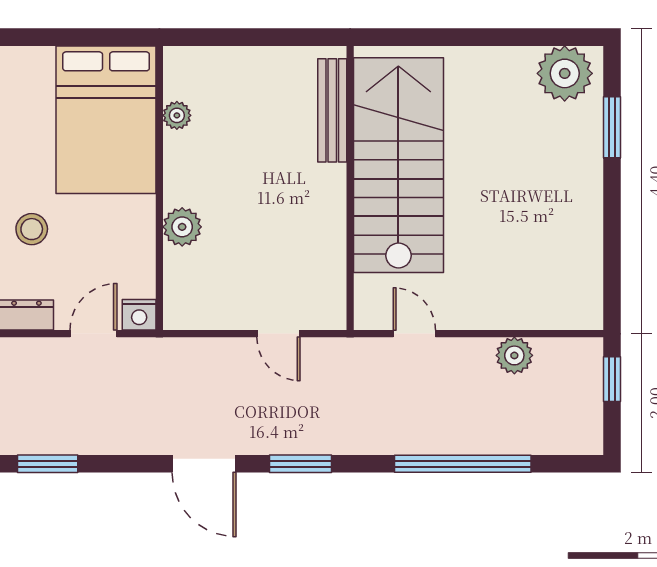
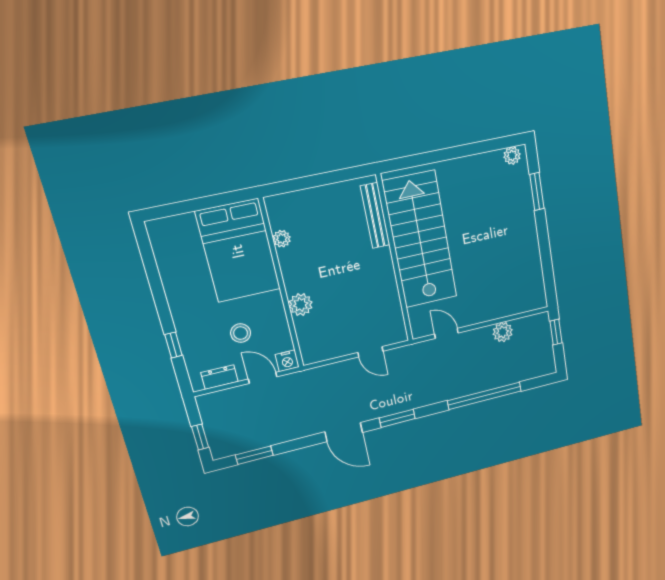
plant: (565, 73) -> (512, 156), width x0.53, depth x0.53
stool: (32, 229) -> (241, 333), moved
door: (93, 334) -> (263, 378), hinge flipped

